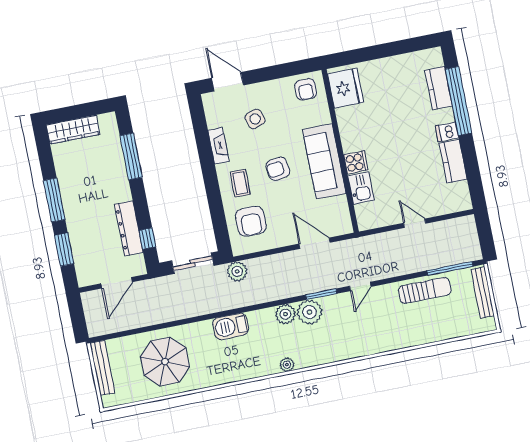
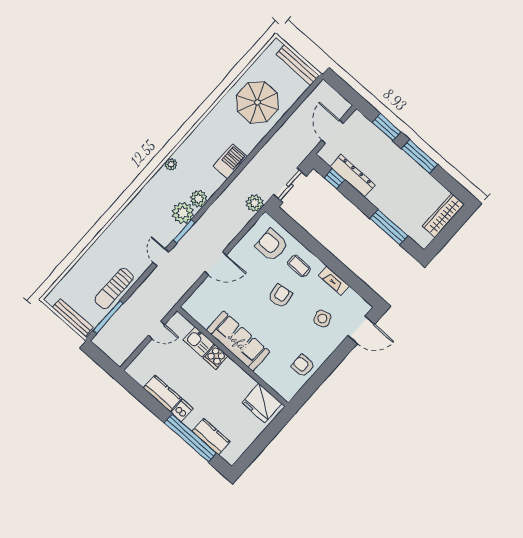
fridge: (345, 88) -> (262, 403), moved
wall: (340, 151) -> (233, 357), moved
sofa: (324, 161) -> (238, 341), moved
cooker: (356, 162) -> (216, 357), moved
kitchen sink: (361, 188) -> (199, 342), moved

